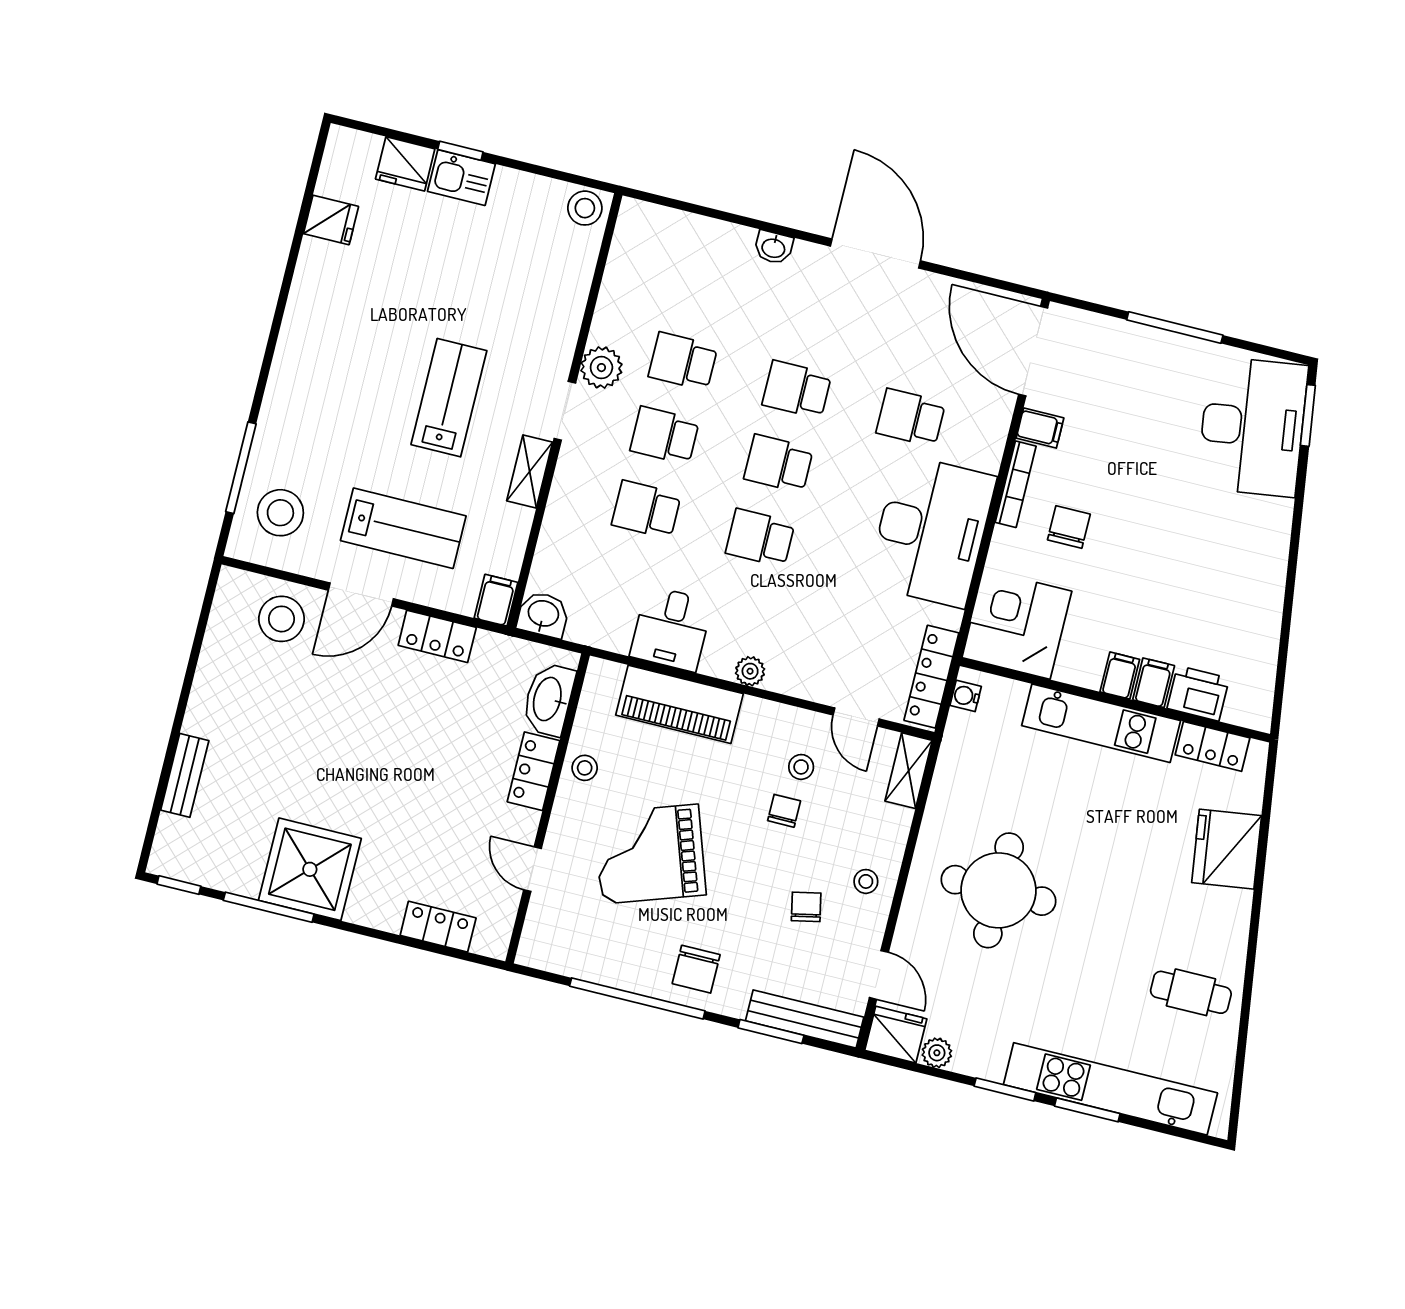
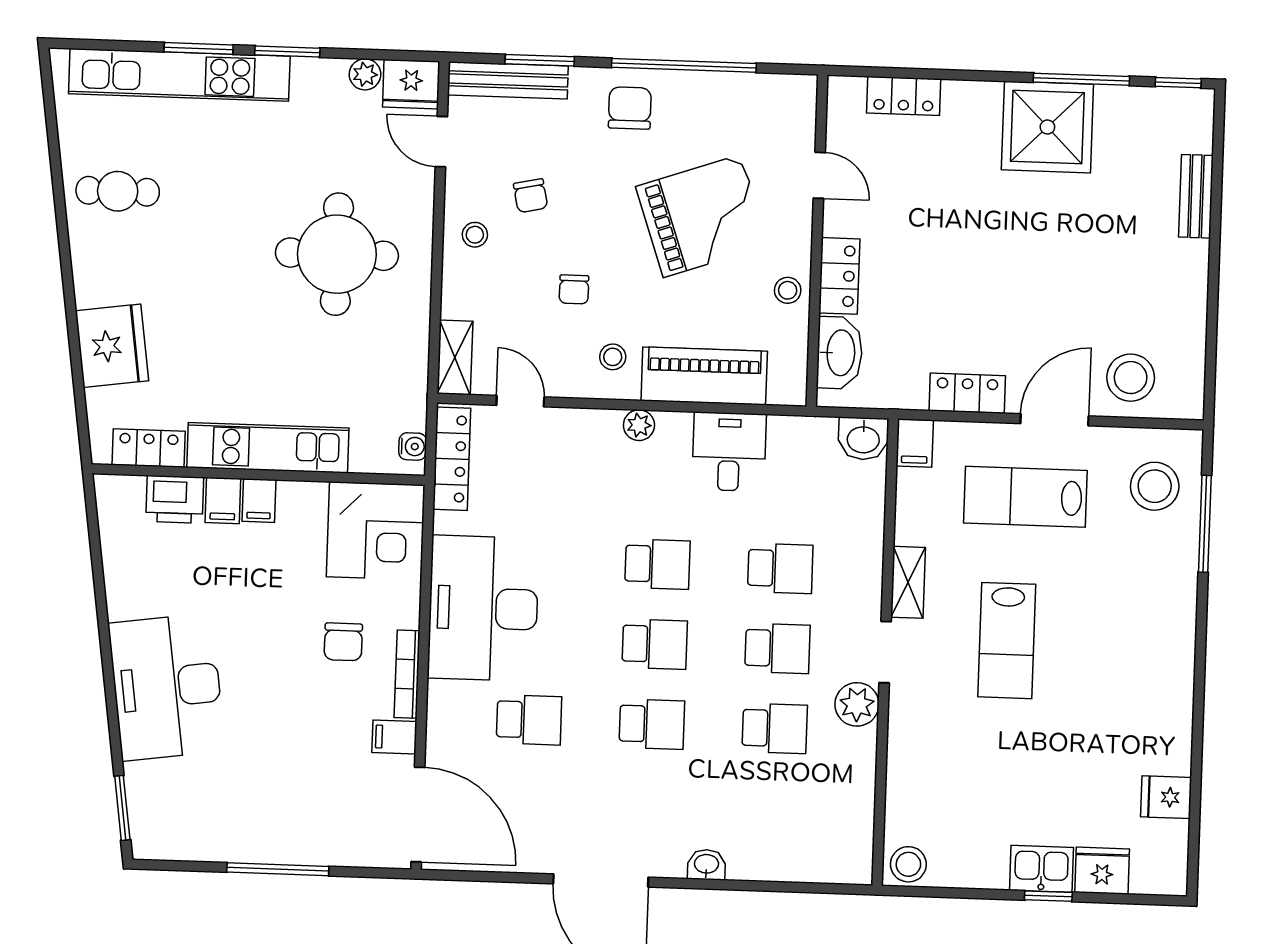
desk: (1252, 427) -> (167, 687), moved
stool: (801, 767) -> (613, 357), moved

